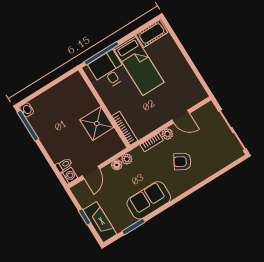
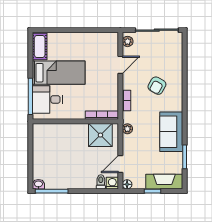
shower: (97, 123) -> (100, 135), moved
plant: (167, 134) -> (128, 41), moved
floor lamp: (117, 165) -> (127, 184), moved
door: (91, 172) -> (120, 164), swing flipped

